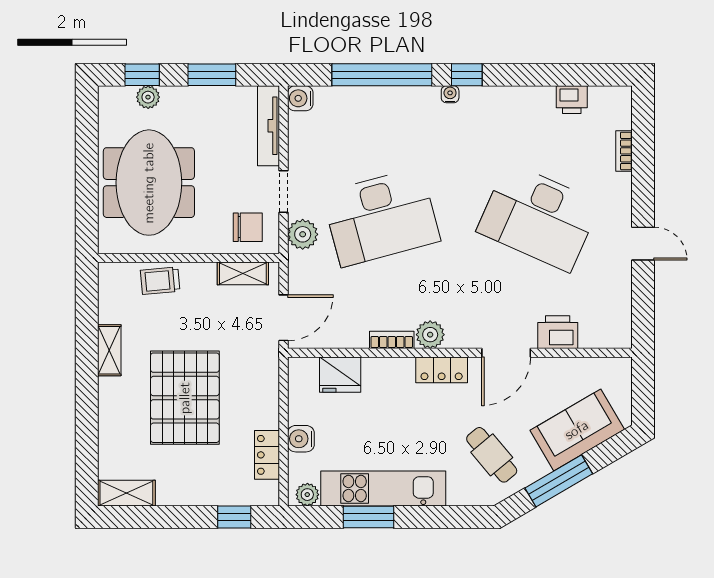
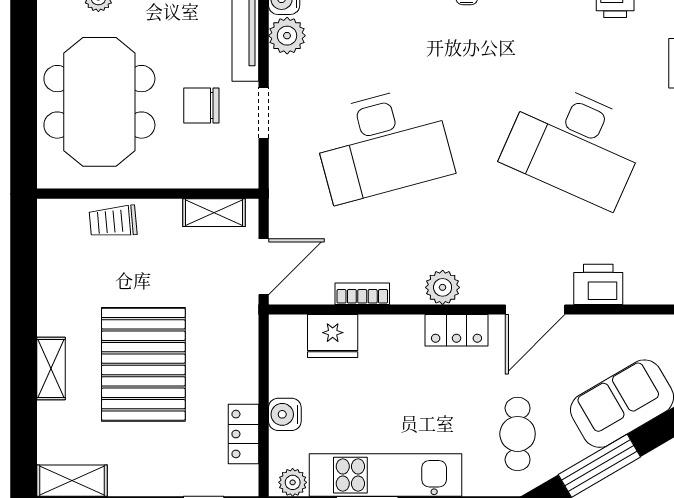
chair: (248, 227) -> (201, 105), moved, turned 180
plant: (303, 234) -> (287, 36), moved
bookcase: (392, 340) -> (362, 294), moved
shelving: (109, 350) -> (51, 369), moved
cafe table: (492, 455) -> (518, 434), turned 40

